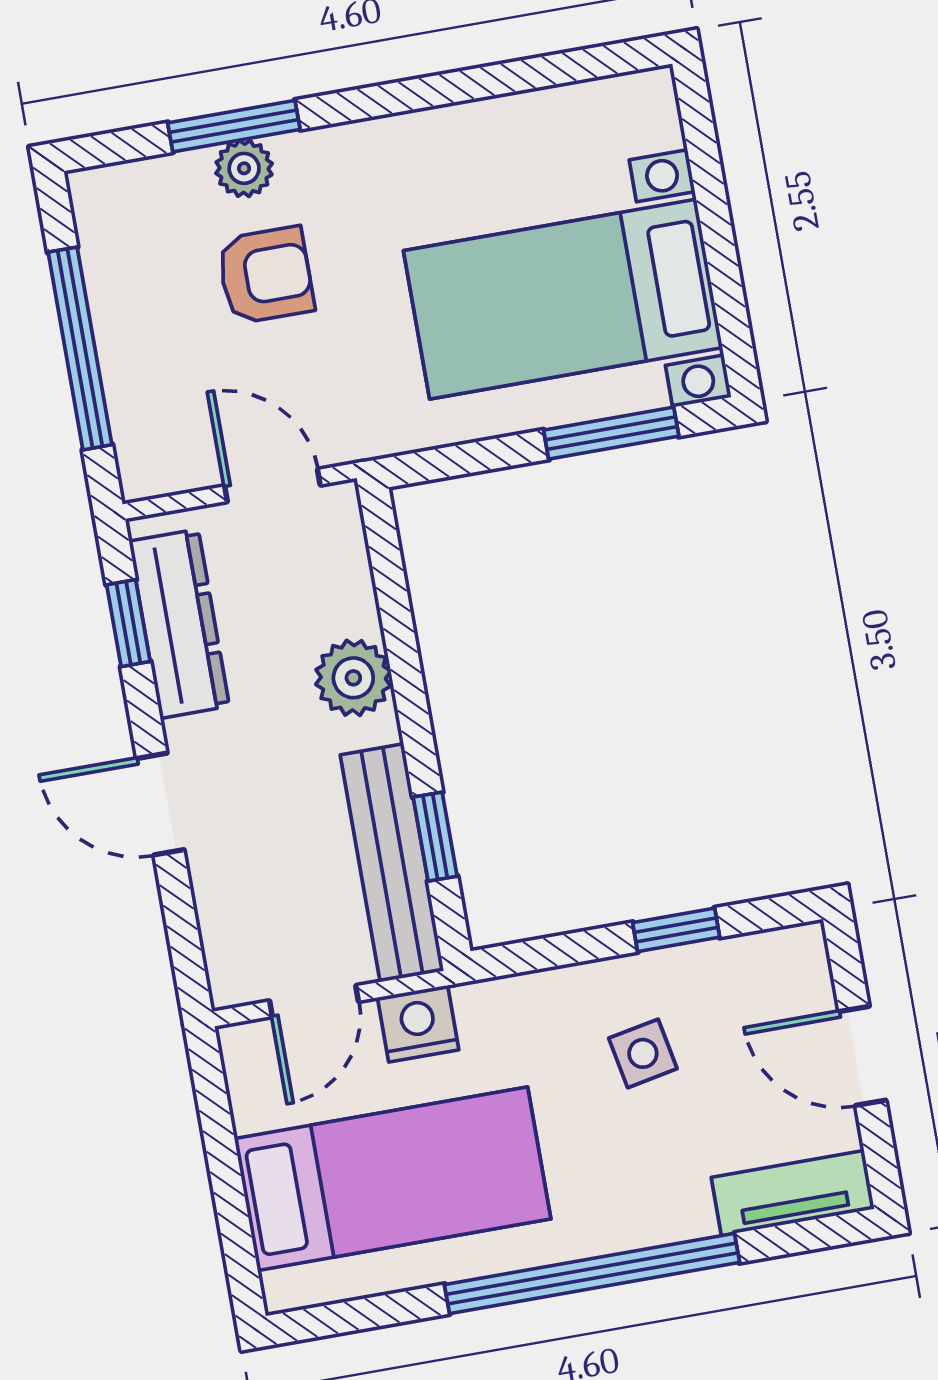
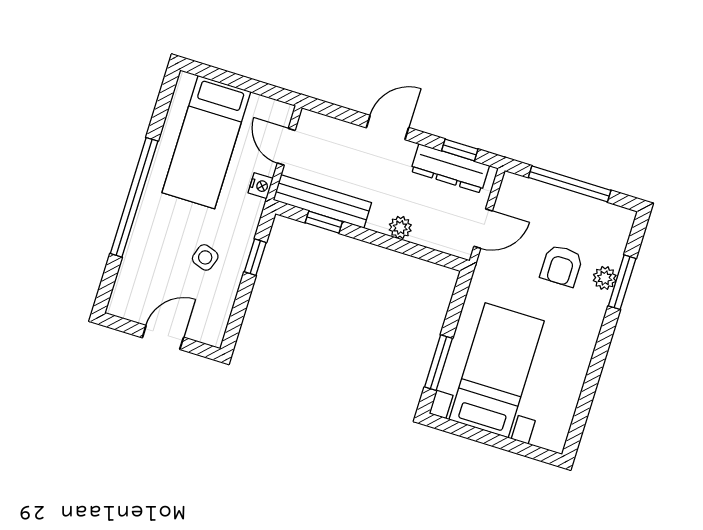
plant: (353, 678) -> (400, 227), width x0.73, depth x0.73
window: (676, 930) -> (255, 257), moved
nightstand: (418, 1024) -> (261, 186), width x0.72, depth x0.74
side table: (643, 1053) -> (205, 257), turned 30
tv unit: (793, 1193) -> (126, 286), removed

